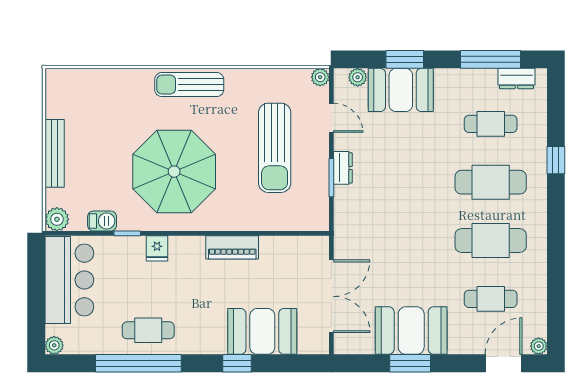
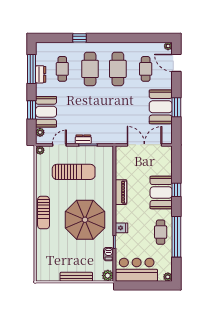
dresser: (516, 79) -> (41, 74), moved
booth: (262, 331) -> (161, 192), moved

